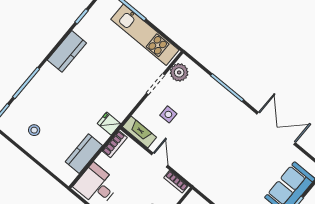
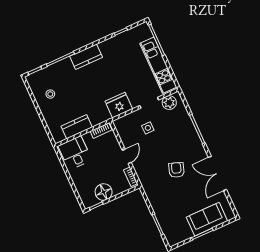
kitchen counter: (67, 51) -> (86, 57), moved
fridge: (109, 124) -> (119, 105), moved, width x1.88, depth x1.34
double door: (276, 128) -> (217, 173), swing flipped
fireplace: (139, 132) -> (122, 130), removed
armchair: (226, 148) -> (176, 170), added

